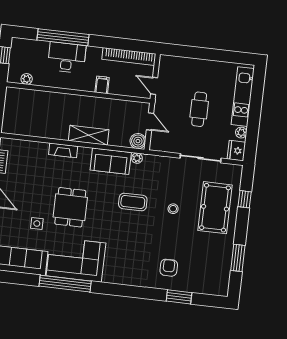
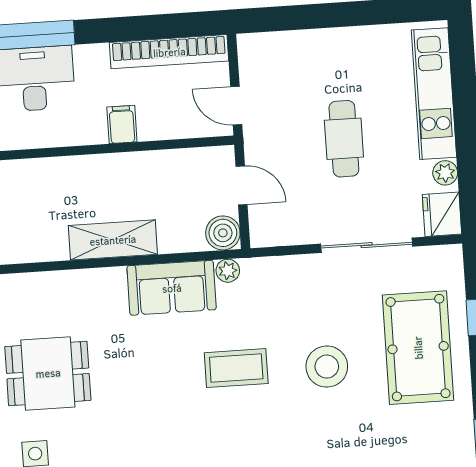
fireplace: (63, 150) -> (63, 283), removed
dining table: (70, 207) -> (48, 373), moved, turned 90
stool: (173, 209) -> (327, 367), width x1.89, depth x1.89

